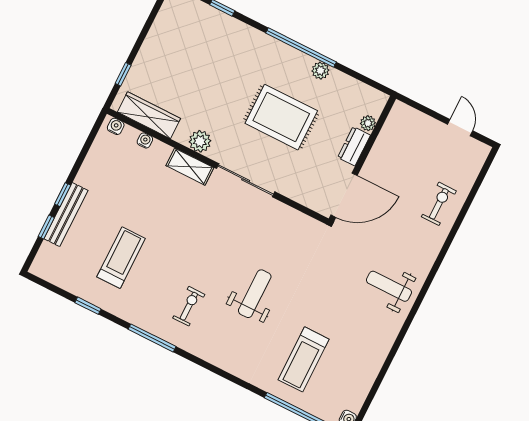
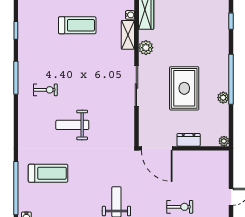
plant: (368, 123) -> (224, 141), moved
shelving: (190, 167) -> (128, 35), moved
treadmill: (121, 258) -> (77, 25), moved
weight bench: (255, 294) -> (72, 125), turned 180
treadmill: (304, 359) -> (48, 173), turned 180

